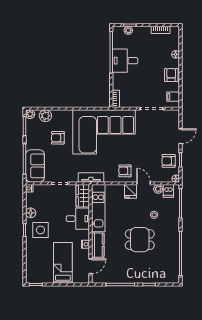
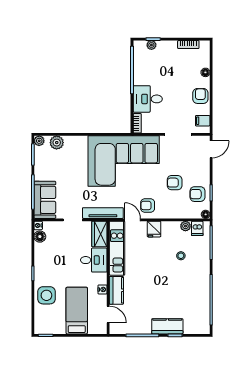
desk: (125, 61) -> (148, 99), moved
door: (181, 136) -> (211, 149), moved
armchair: (58, 138) -> (175, 183), moved
tv unit: (91, 177) -> (103, 213), width x1.41
door: (143, 183) -> (133, 220), moved
floor lamp: (31, 213) -> (40, 237), moved
side table: (40, 230) -> (46, 295), moved
dining table: (140, 240) -> (165, 284), removed
door: (90, 266) -> (108, 314), hinge flipped
kitchen counter: (142, 277) -> (167, 326), added

